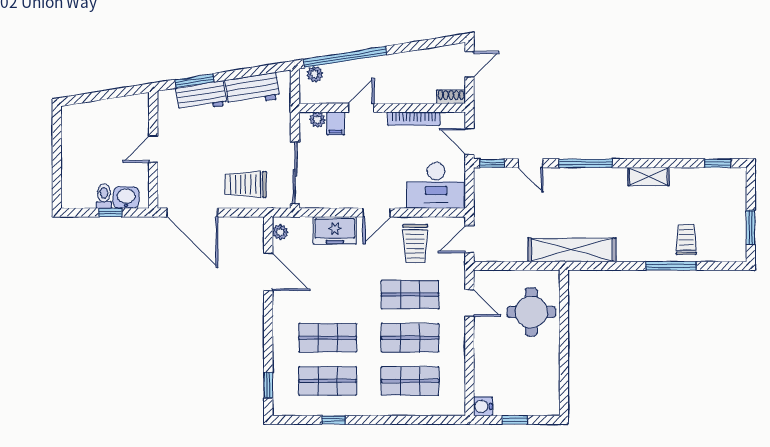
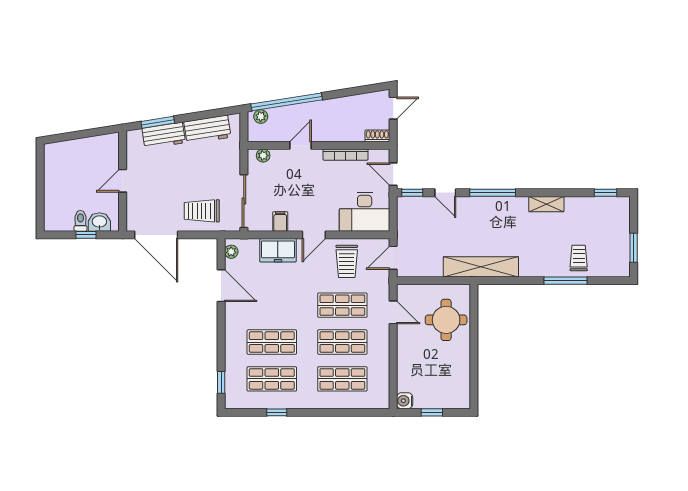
filing cabinet: (336, 123) -> (280, 221), moved, turned 180

